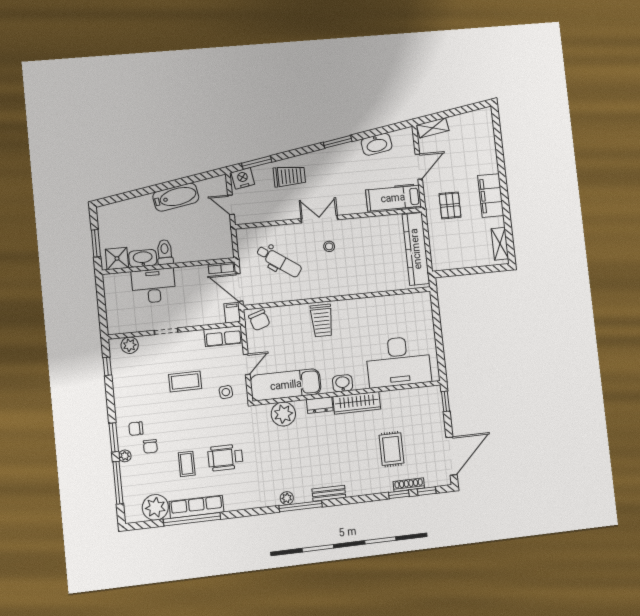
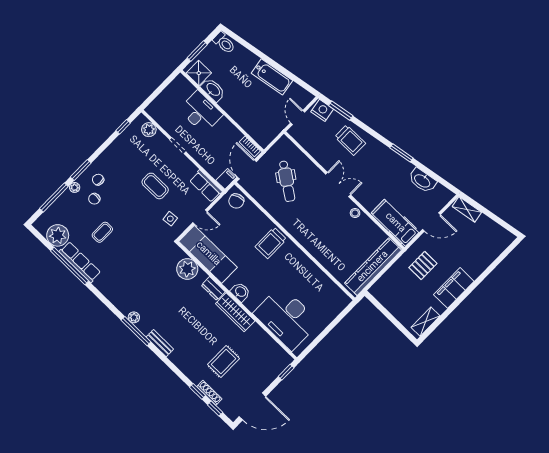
stool: (329, 246) -> (355, 213), moved
toilet: (165, 252) -> (224, 43), moved, turned 90
wheelchair: (225, 458) -> (127, 254), removed

